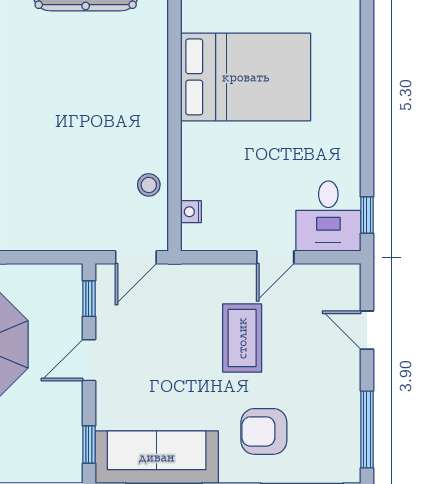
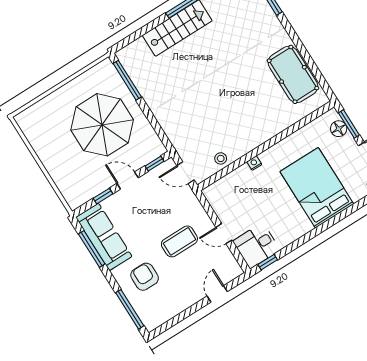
bed: (246, 77) -> (317, 188), moved, turned 180
nightstand: (191, 212) -> (254, 163), moved
window: (367, 429) -> (174, 321), removed
window: (89, 444) -> (103, 196), moved

